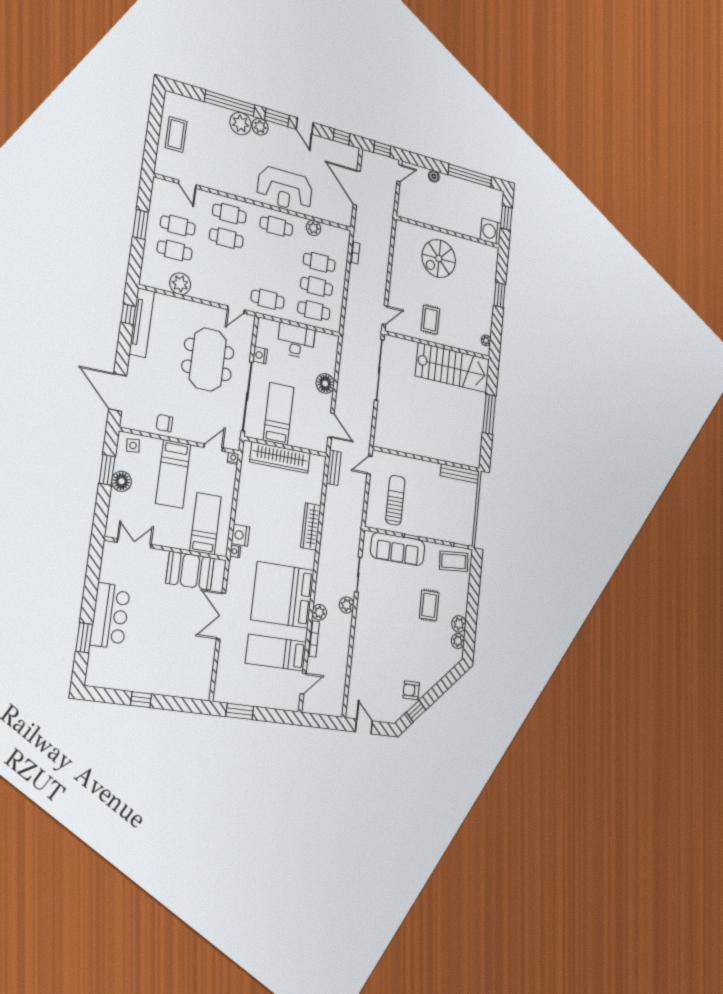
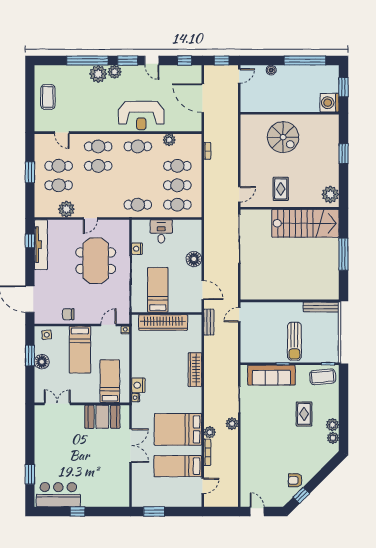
spiral stairs: (439, 259) -> (283, 137), turned -90
door: (236, 310) -> (90, 218), moved
plant: (486, 340) -> (330, 194), width x1.88, depth x1.88
desk: (296, 341) -> (161, 231), width x0.73
sun lounger: (395, 500) -> (294, 341), moved, turned 180
bed: (283, 595) -> (178, 429), width x0.73
bar counter: (110, 616) -> (58, 495), moved, turned -90
double door: (221, 616) -> (131, 446), swing flipped

